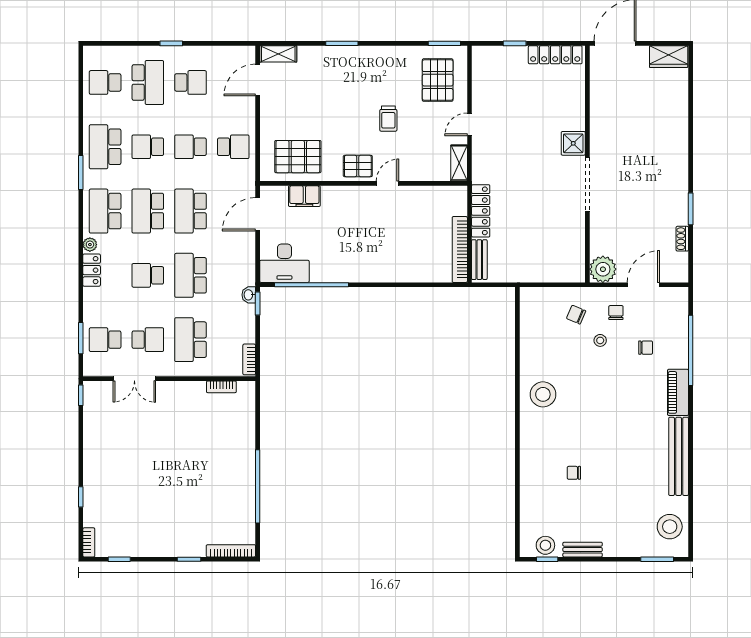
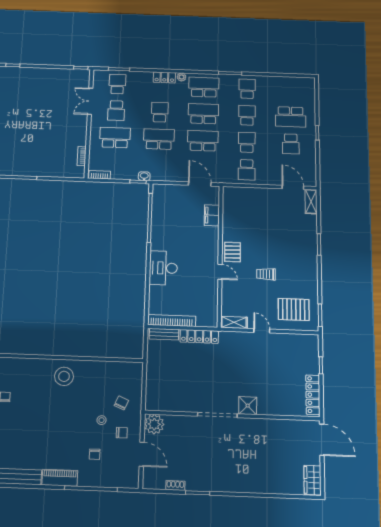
school desk: (105, 82) -> (290, 90), removed
school desk: (105, 147) -> (247, 89), width x0.54
pallet: (298, 157) -> (240, 212), removed
desk: (284, 263) -> (163, 268), moved

